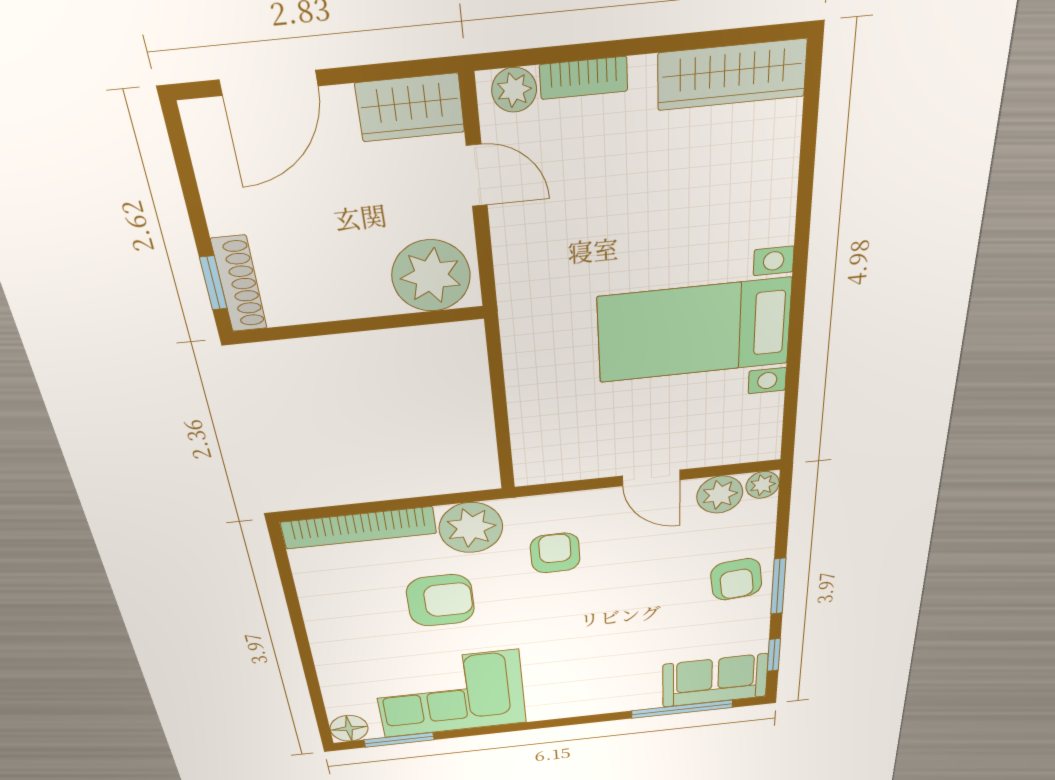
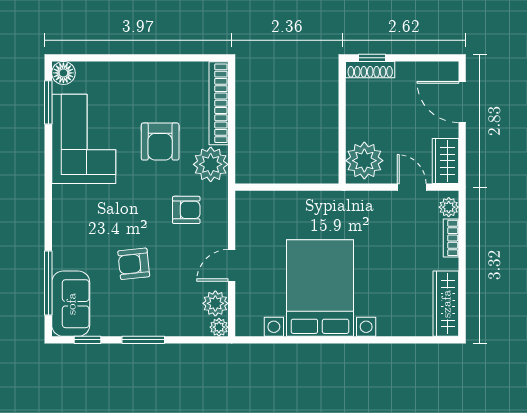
door: (477, 176) -> (412, 187), swing flipped
bed with nightstands: (694, 331) -> (320, 288), width x1.36
armchair: (736, 579) -> (134, 264), moved

